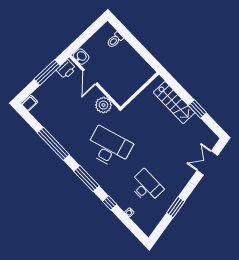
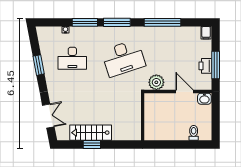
printer: (66, 69) -> (205, 66), moved
stairs: (174, 103) -> (91, 133), moved
window: (110, 203) -> (85, 22), width x2.17

